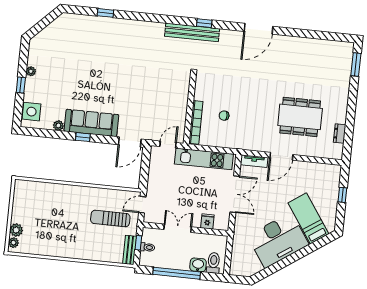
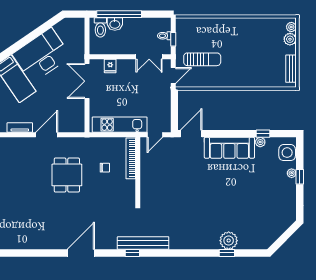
plant: (102, 26) -> (229, 241), added
plant: (31, 71) -> (292, 173), moved
dining table: (300, 117) -> (67, 175), moved, width x0.73
window: (83, 137) -> (263, 134), moved
tv unit: (254, 161) -> (20, 128), moved
double door: (235, 194) -> (87, 81), moved
double door: (178, 228) -> (149, 57), moved
bench: (130, 250) -> (291, 69), moved
window: (177, 273) -> (119, 14), moved

